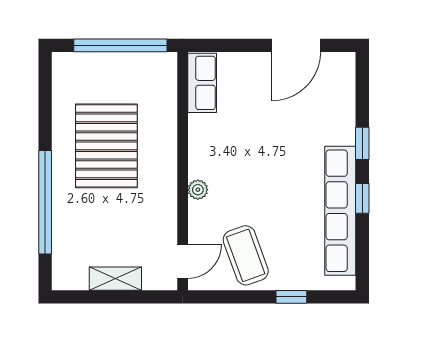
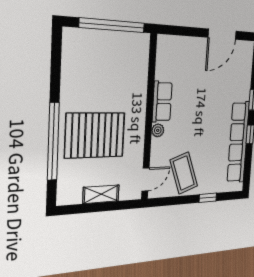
row of seats: (202, 83) -> (162, 102), moved
pallet: (106, 146) -> (95, 135), moved, turned 90

